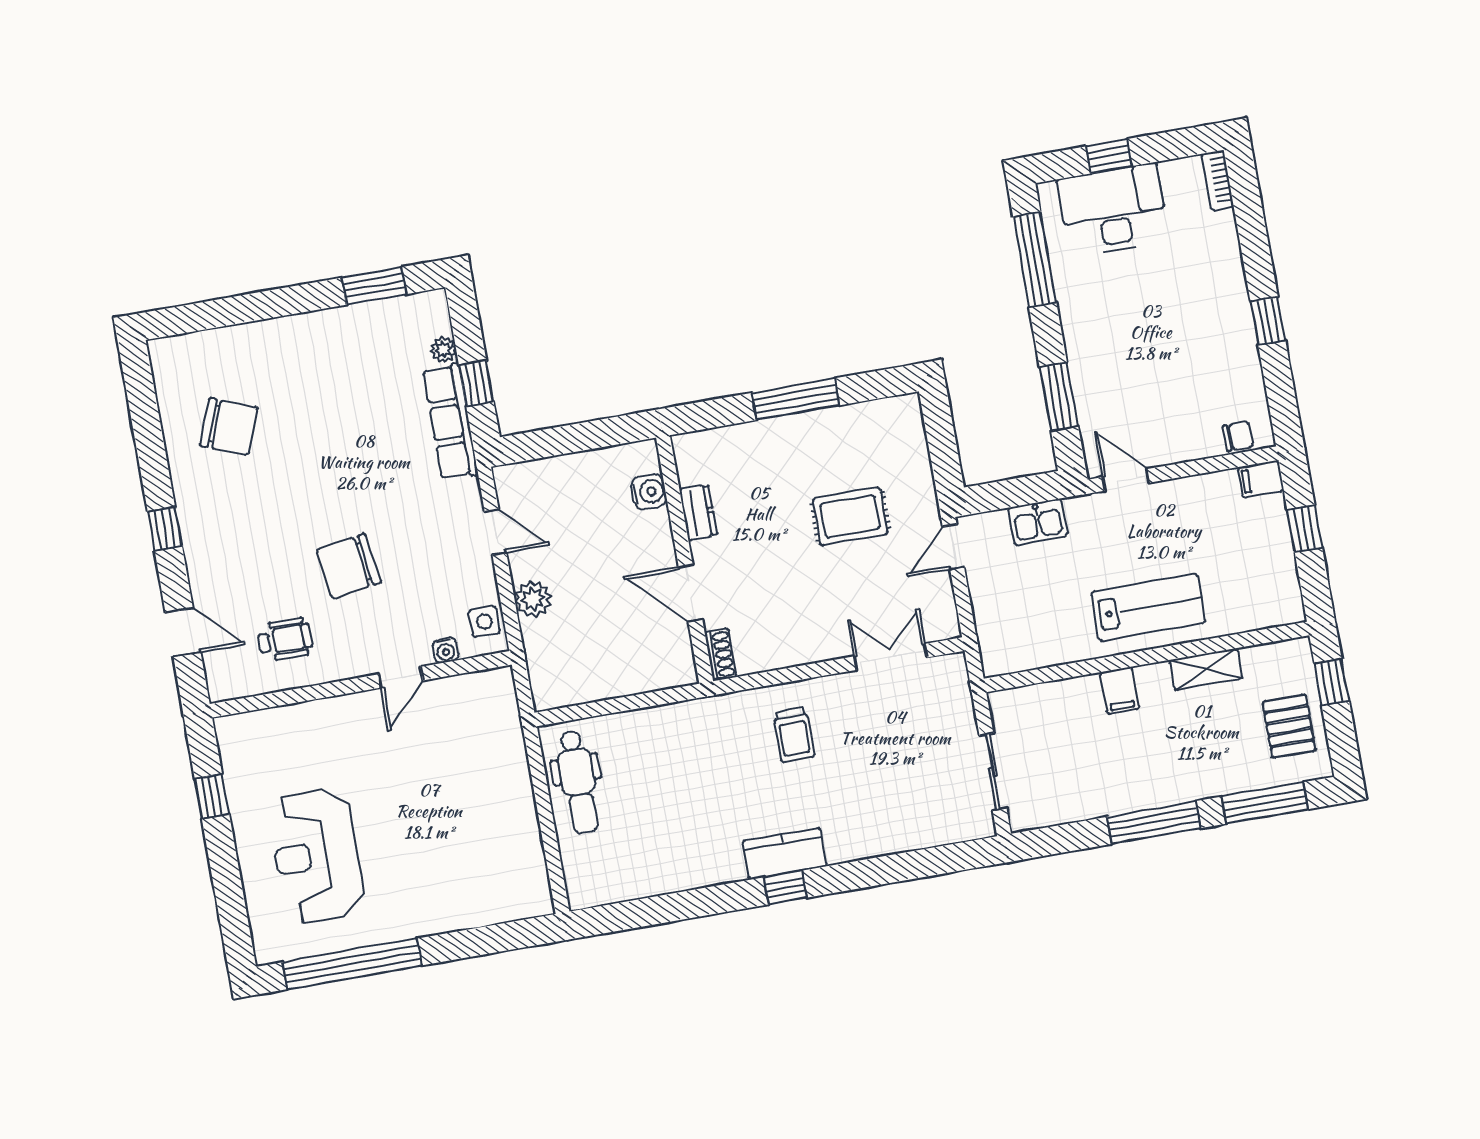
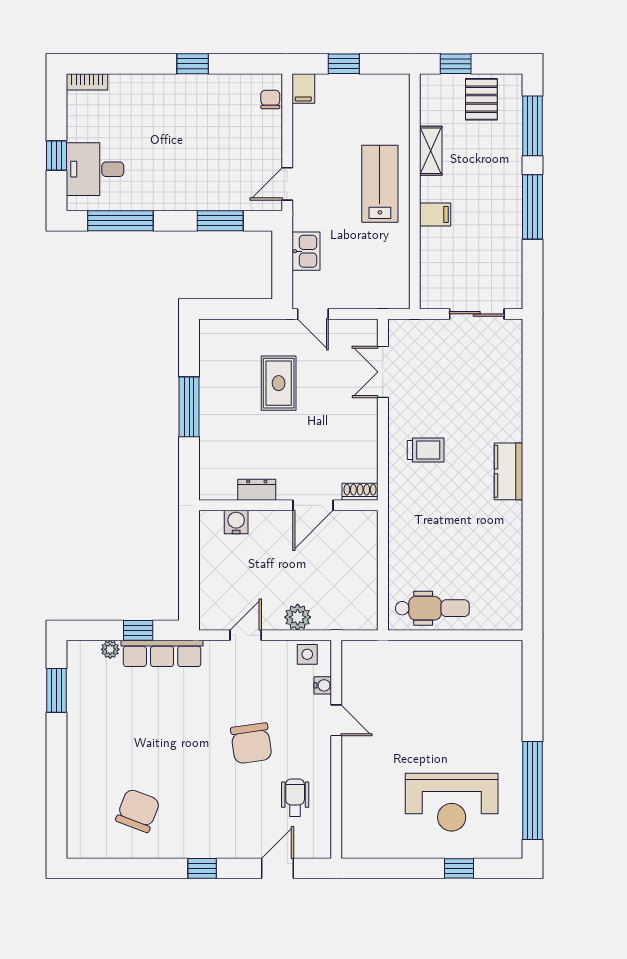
desk: (1113, 210) -> (95, 169), width x0.73
pallet: (1289, 726) -> (481, 99), turned 90
window: (212, 796) -> (459, 868), moved
window: (785, 887) -> (533, 475), removed

